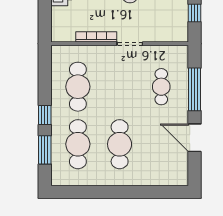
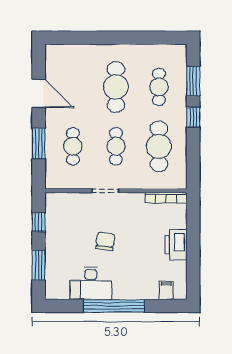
bookcase: (96, 37) -> (166, 198), moved
cafe table: (120, 87) -> (116, 146), added
window: (194, 89) -> (39, 144), width x0.69
cafe table: (78, 144) -> (159, 87), width x0.73, depth x0.74

